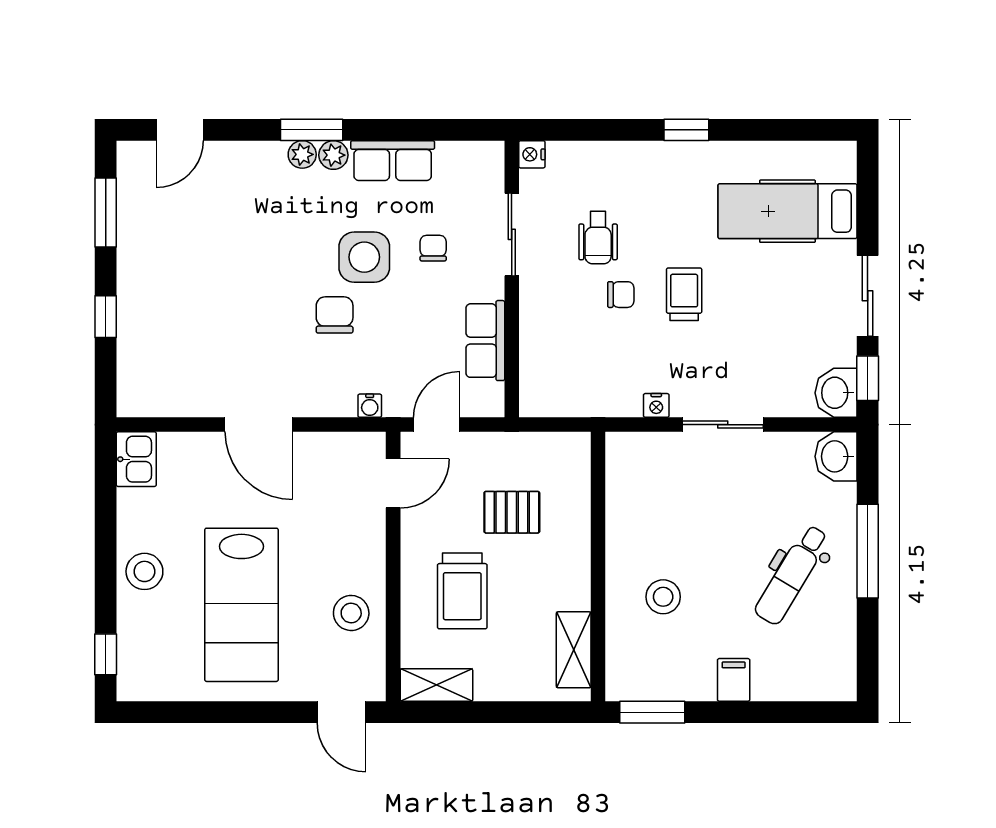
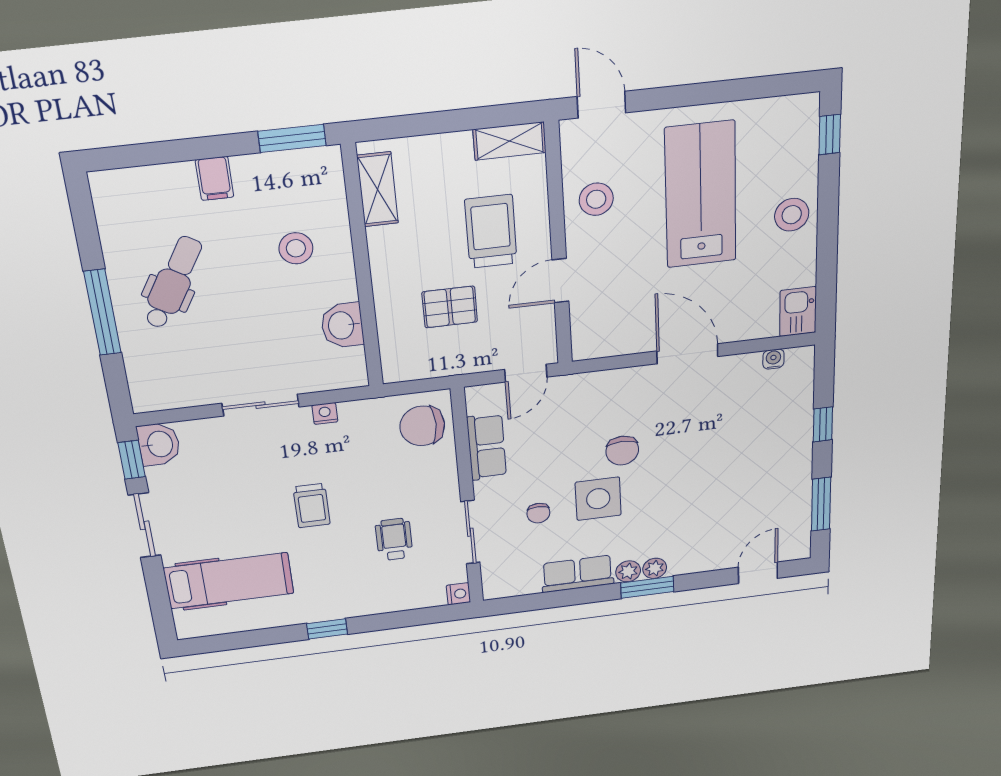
chair: (621, 295) -> (422, 426), moved, width x1.87, depth x1.87
water cooler: (370, 406) -> (773, 359), moved
washbasin: (836, 456) -> (342, 325), moved, turned 180
door: (393, 483) -> (560, 281), moved

